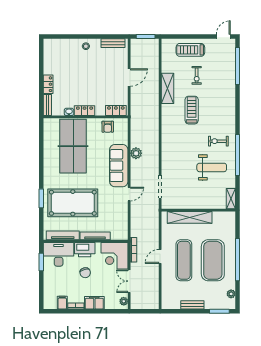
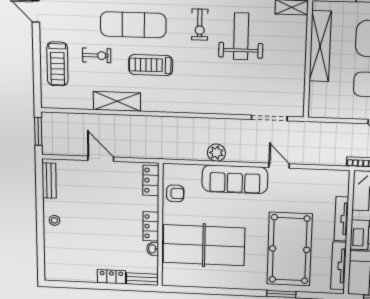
exercise mat: (217, 99) -> (133, 25), added
shelving: (190, 217) -> (320, 46), moved

